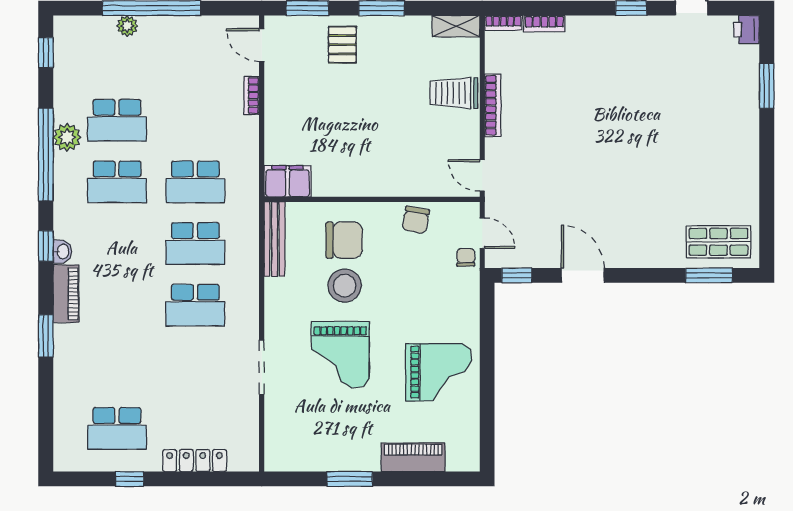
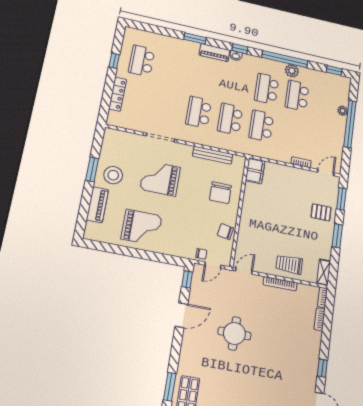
trolley: (454, 93) -> (289, 264), turned -90
round table: (598, 176) -> (234, 333), added
bench: (274, 239) -> (213, 155), moved
stool: (345, 286) -> (113, 175), moved
grand piano: (439, 372) -> (142, 227), turned -90

